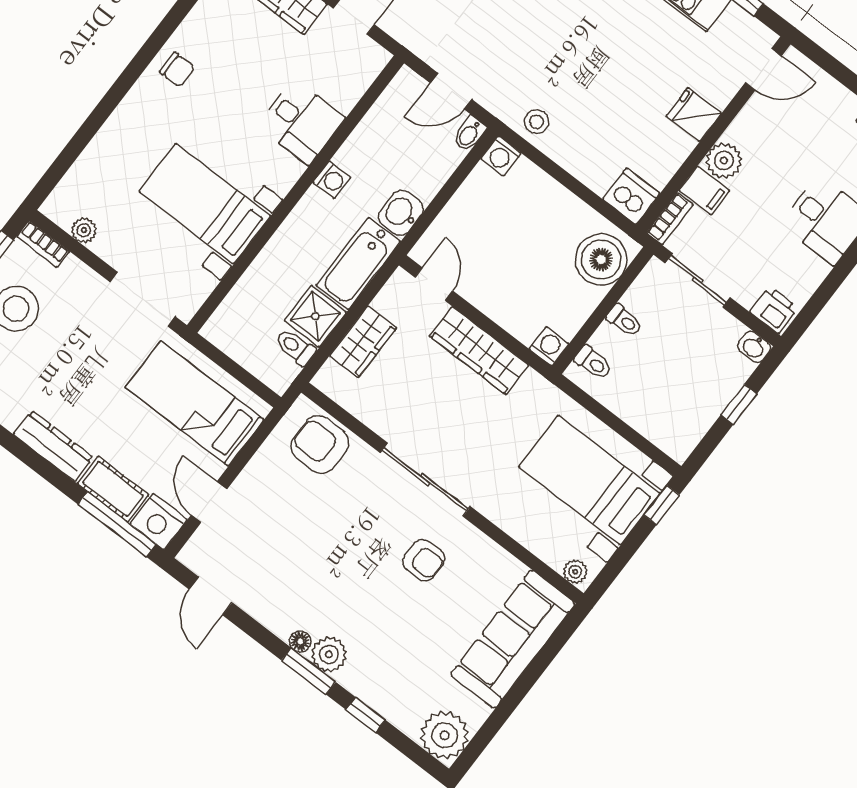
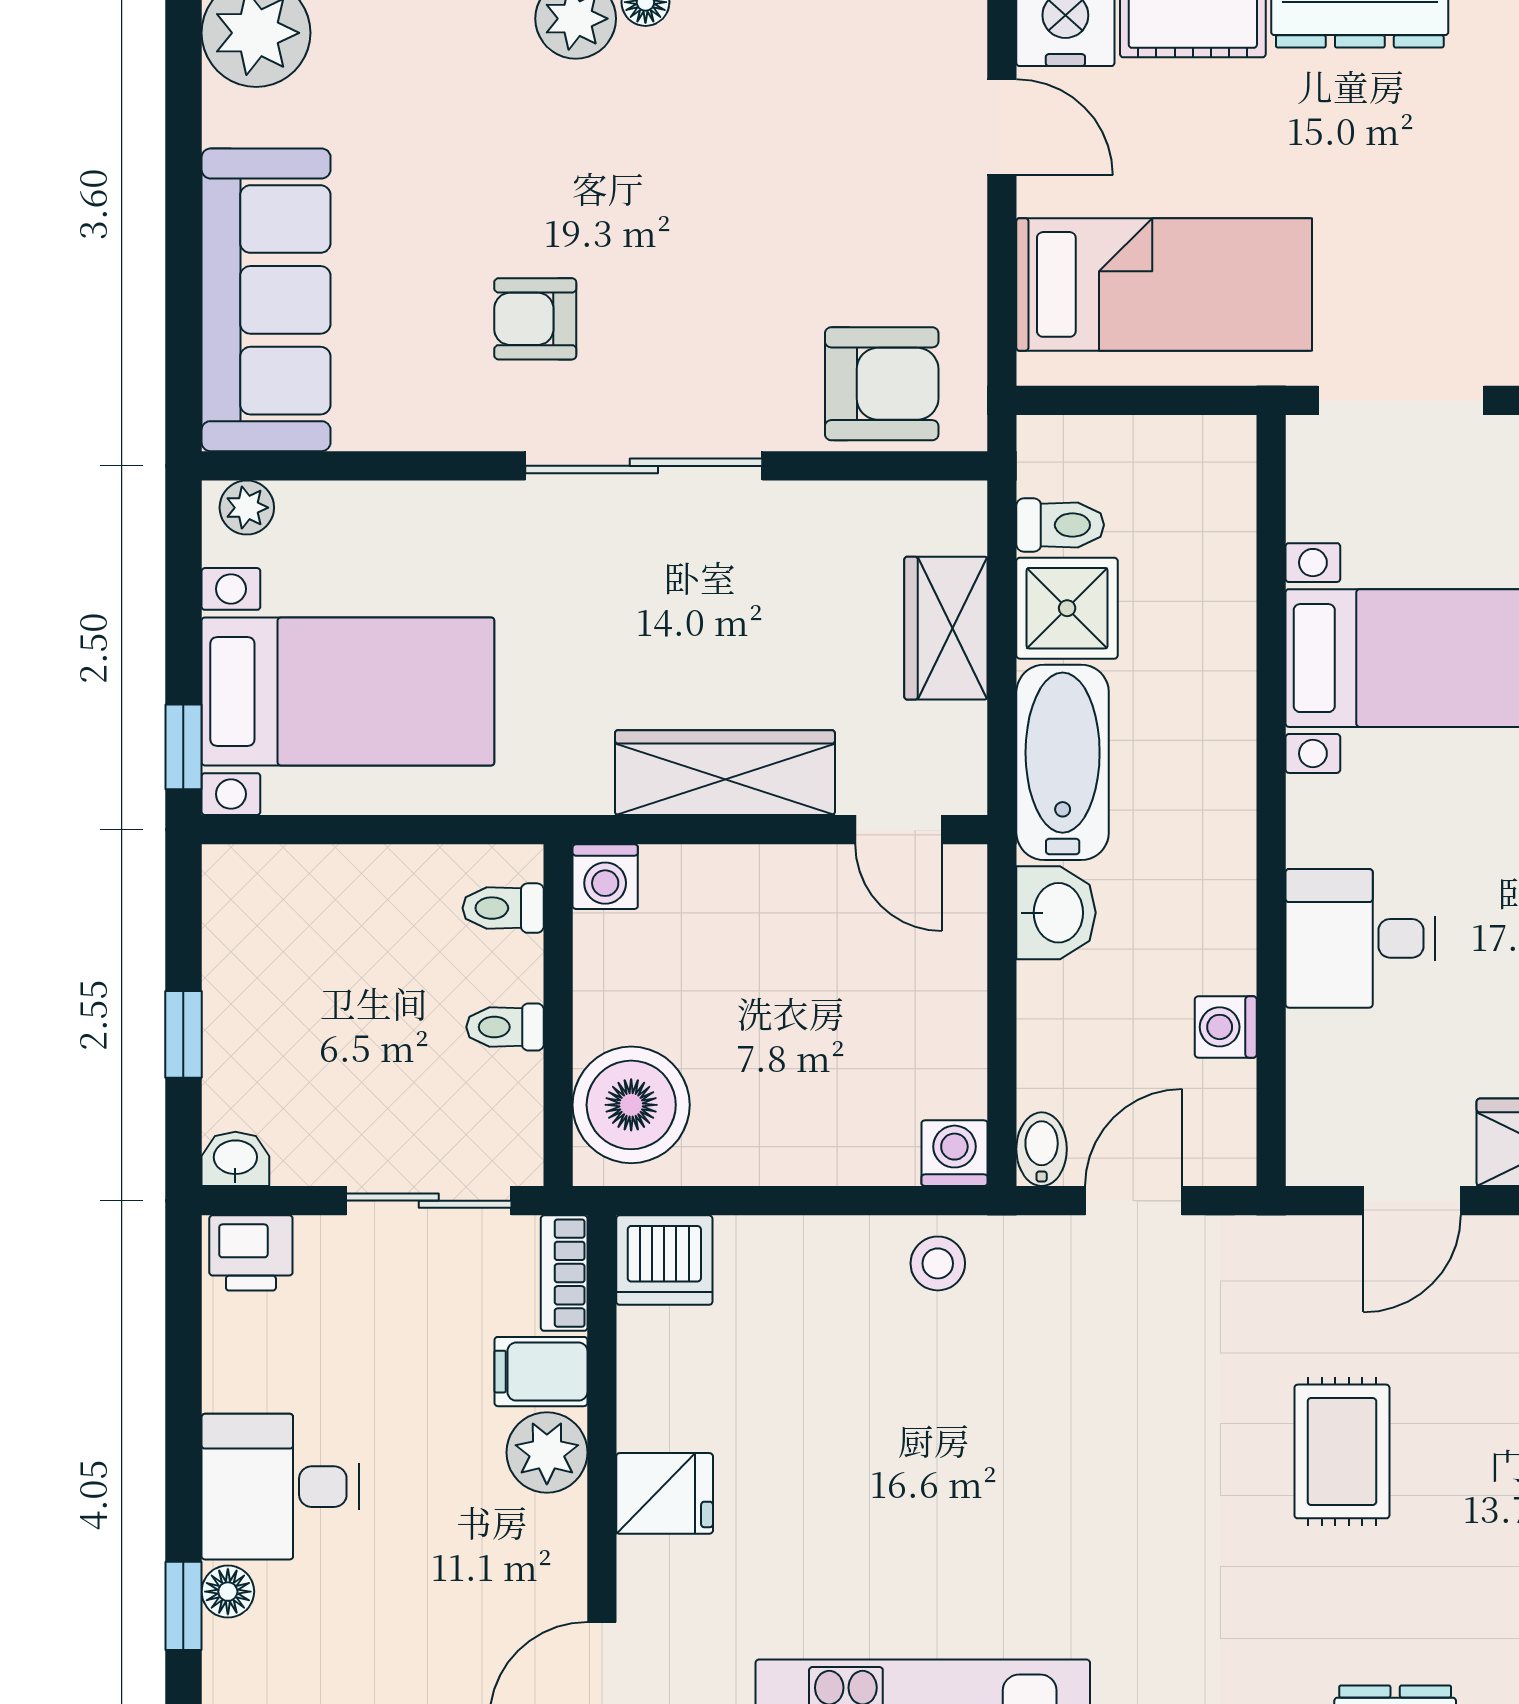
washing machine: (332, 180) -> (1226, 1027), moved

